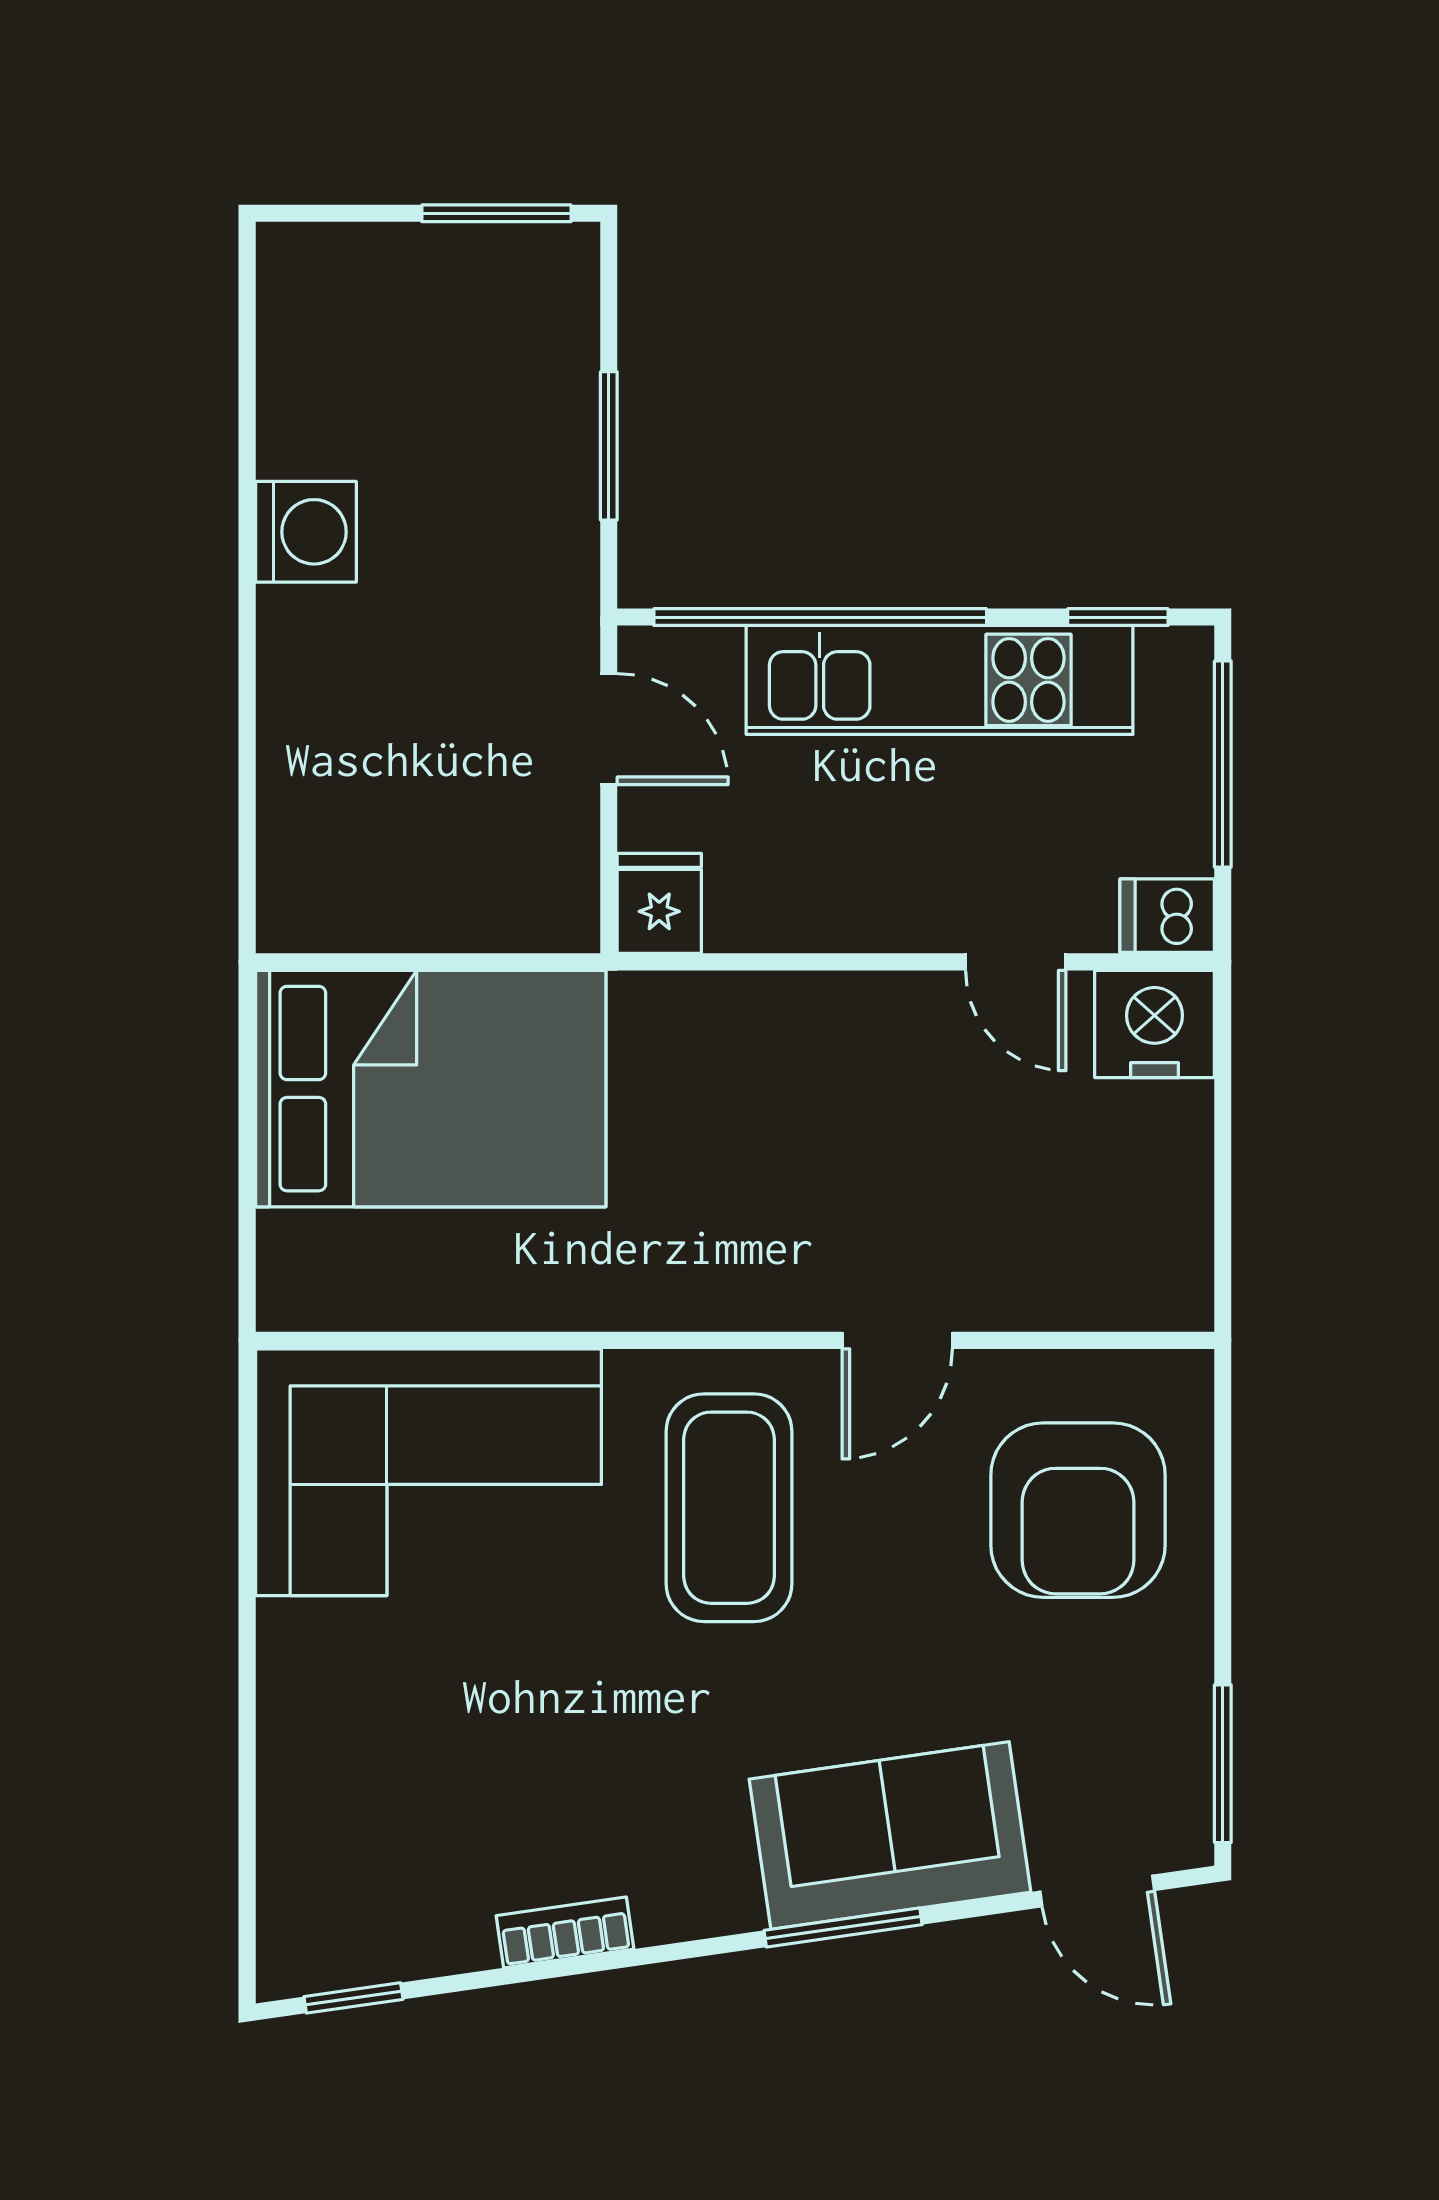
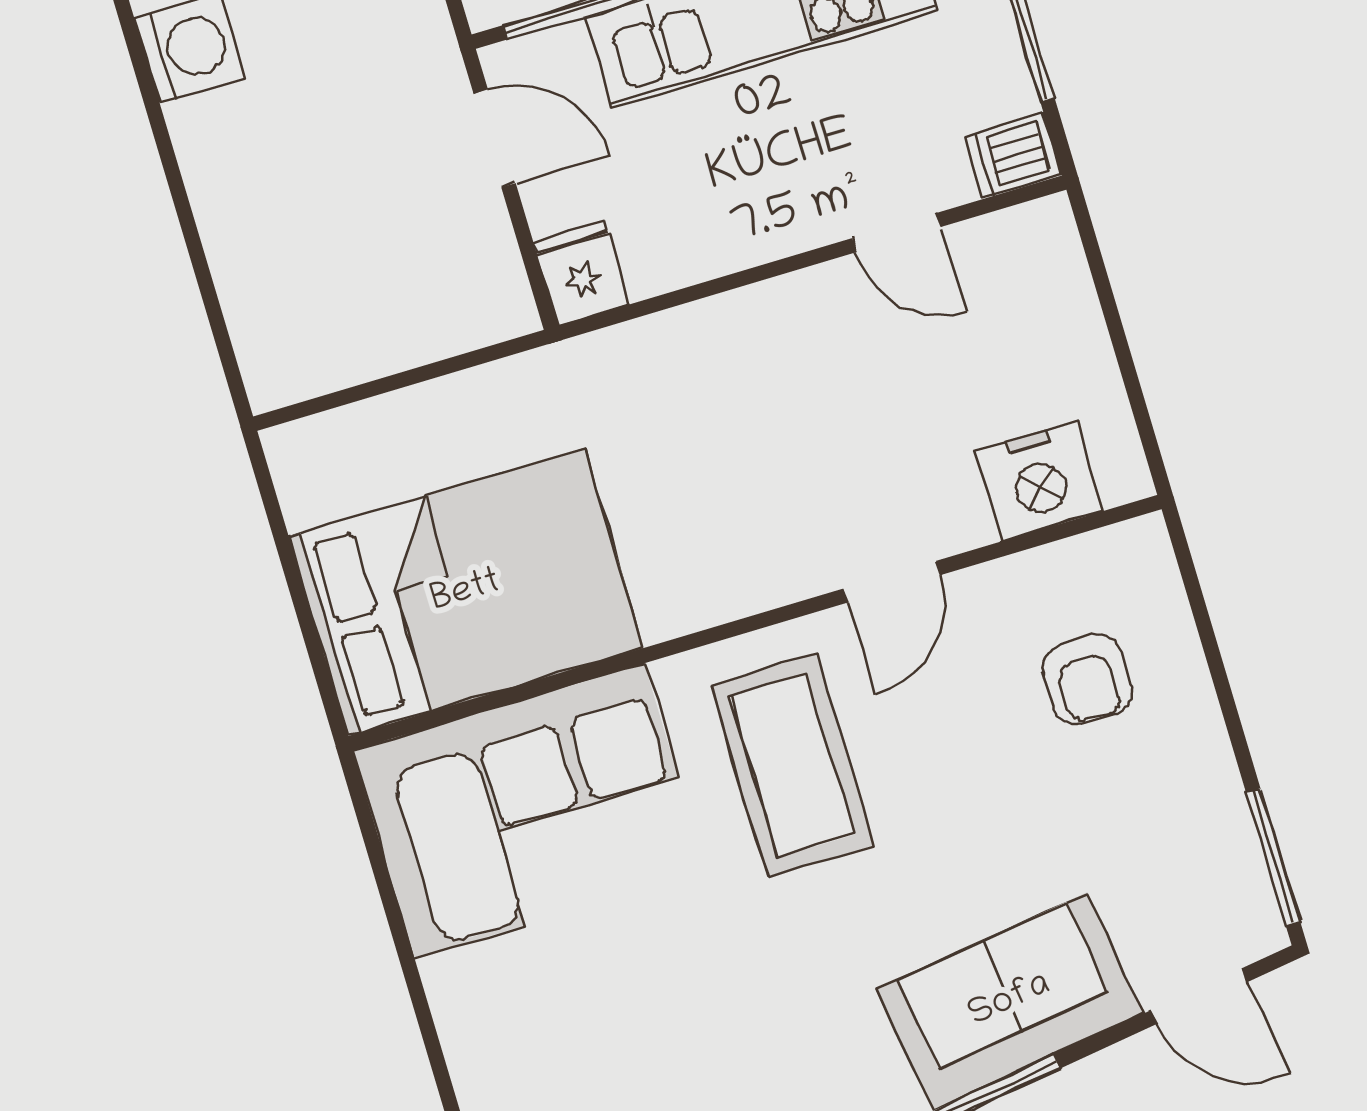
nightstand: (1155, 1024) -> (1039, 481), moved, turned 180
bed: (431, 1089) -> (466, 592), moved
armchair: (1078, 1510) -> (1087, 680), width x0.53, depth x0.53

